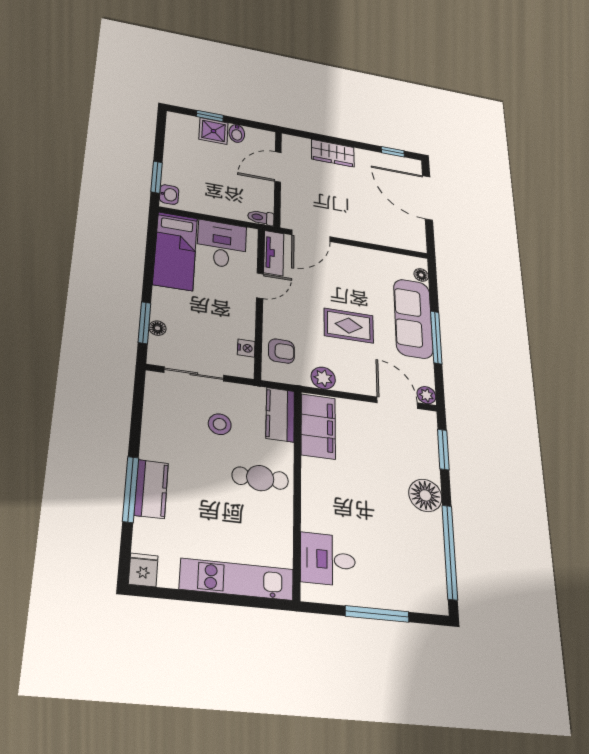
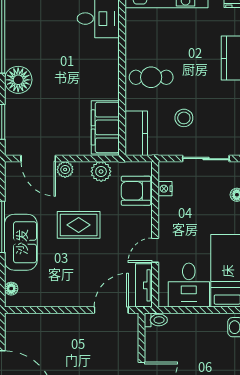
sofa: (413, 318) -> (21, 242), width x0.73
armchair: (281, 351) -> (136, 191), width x1.38, depth x1.38
plant: (426, 395) -> (65, 169), moved

